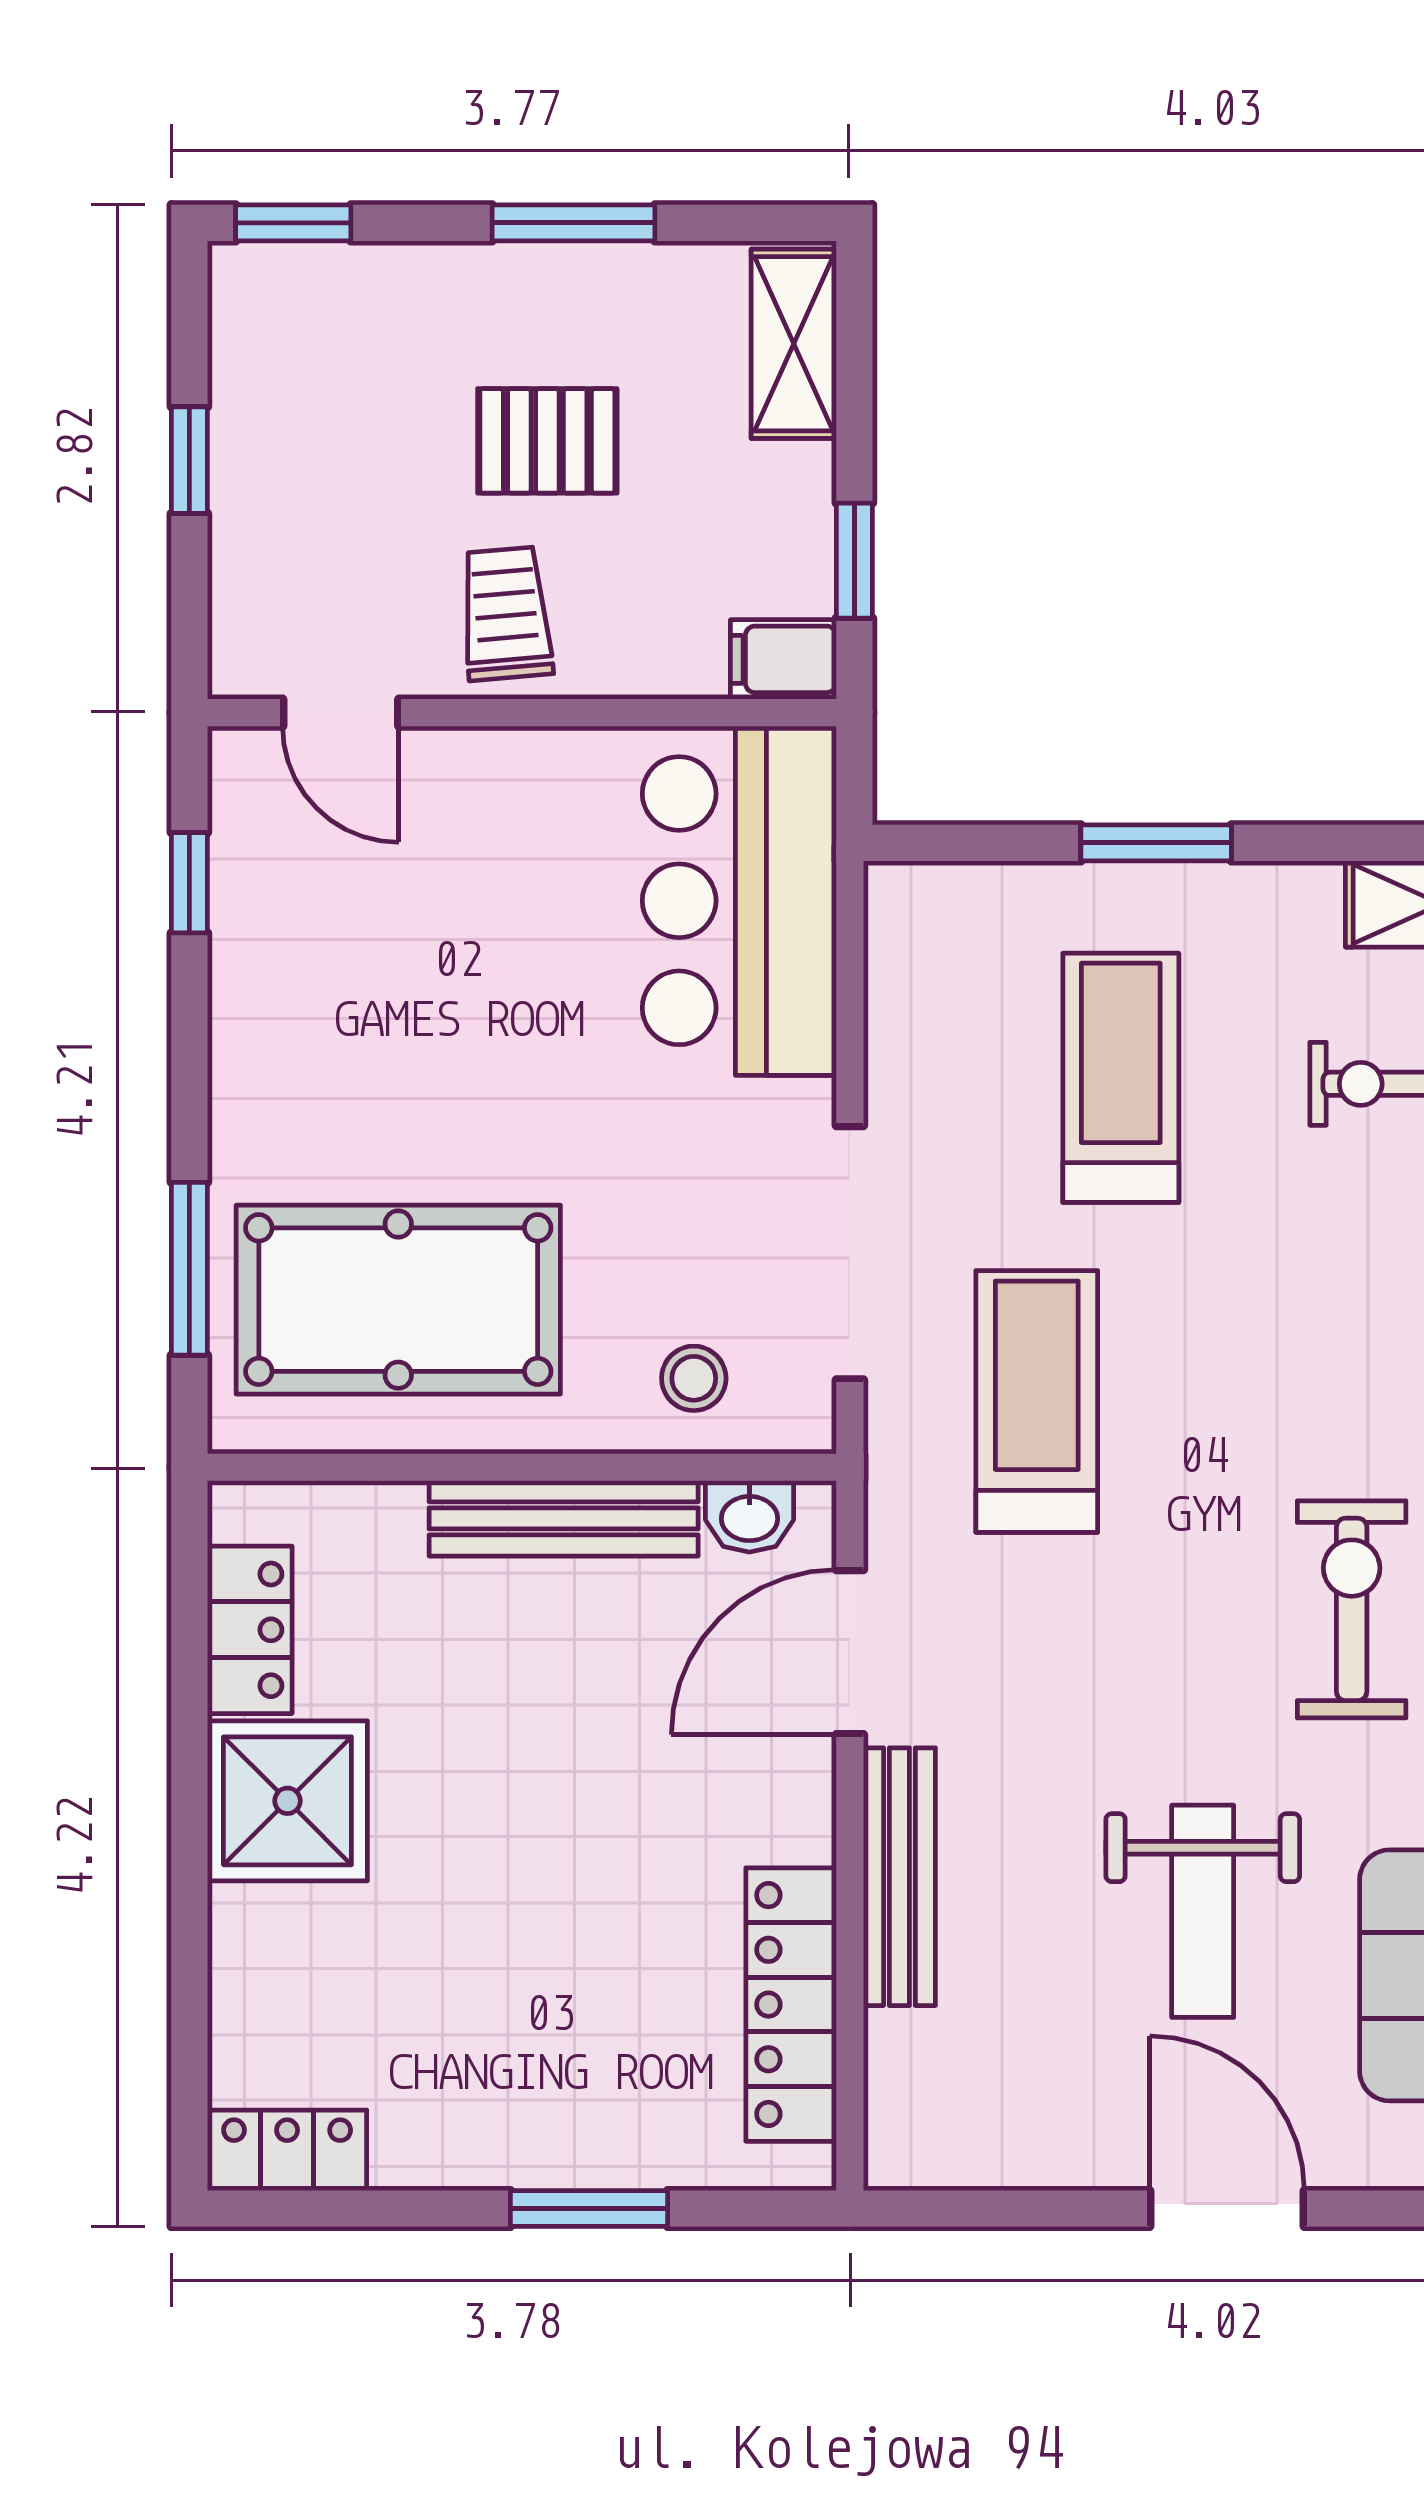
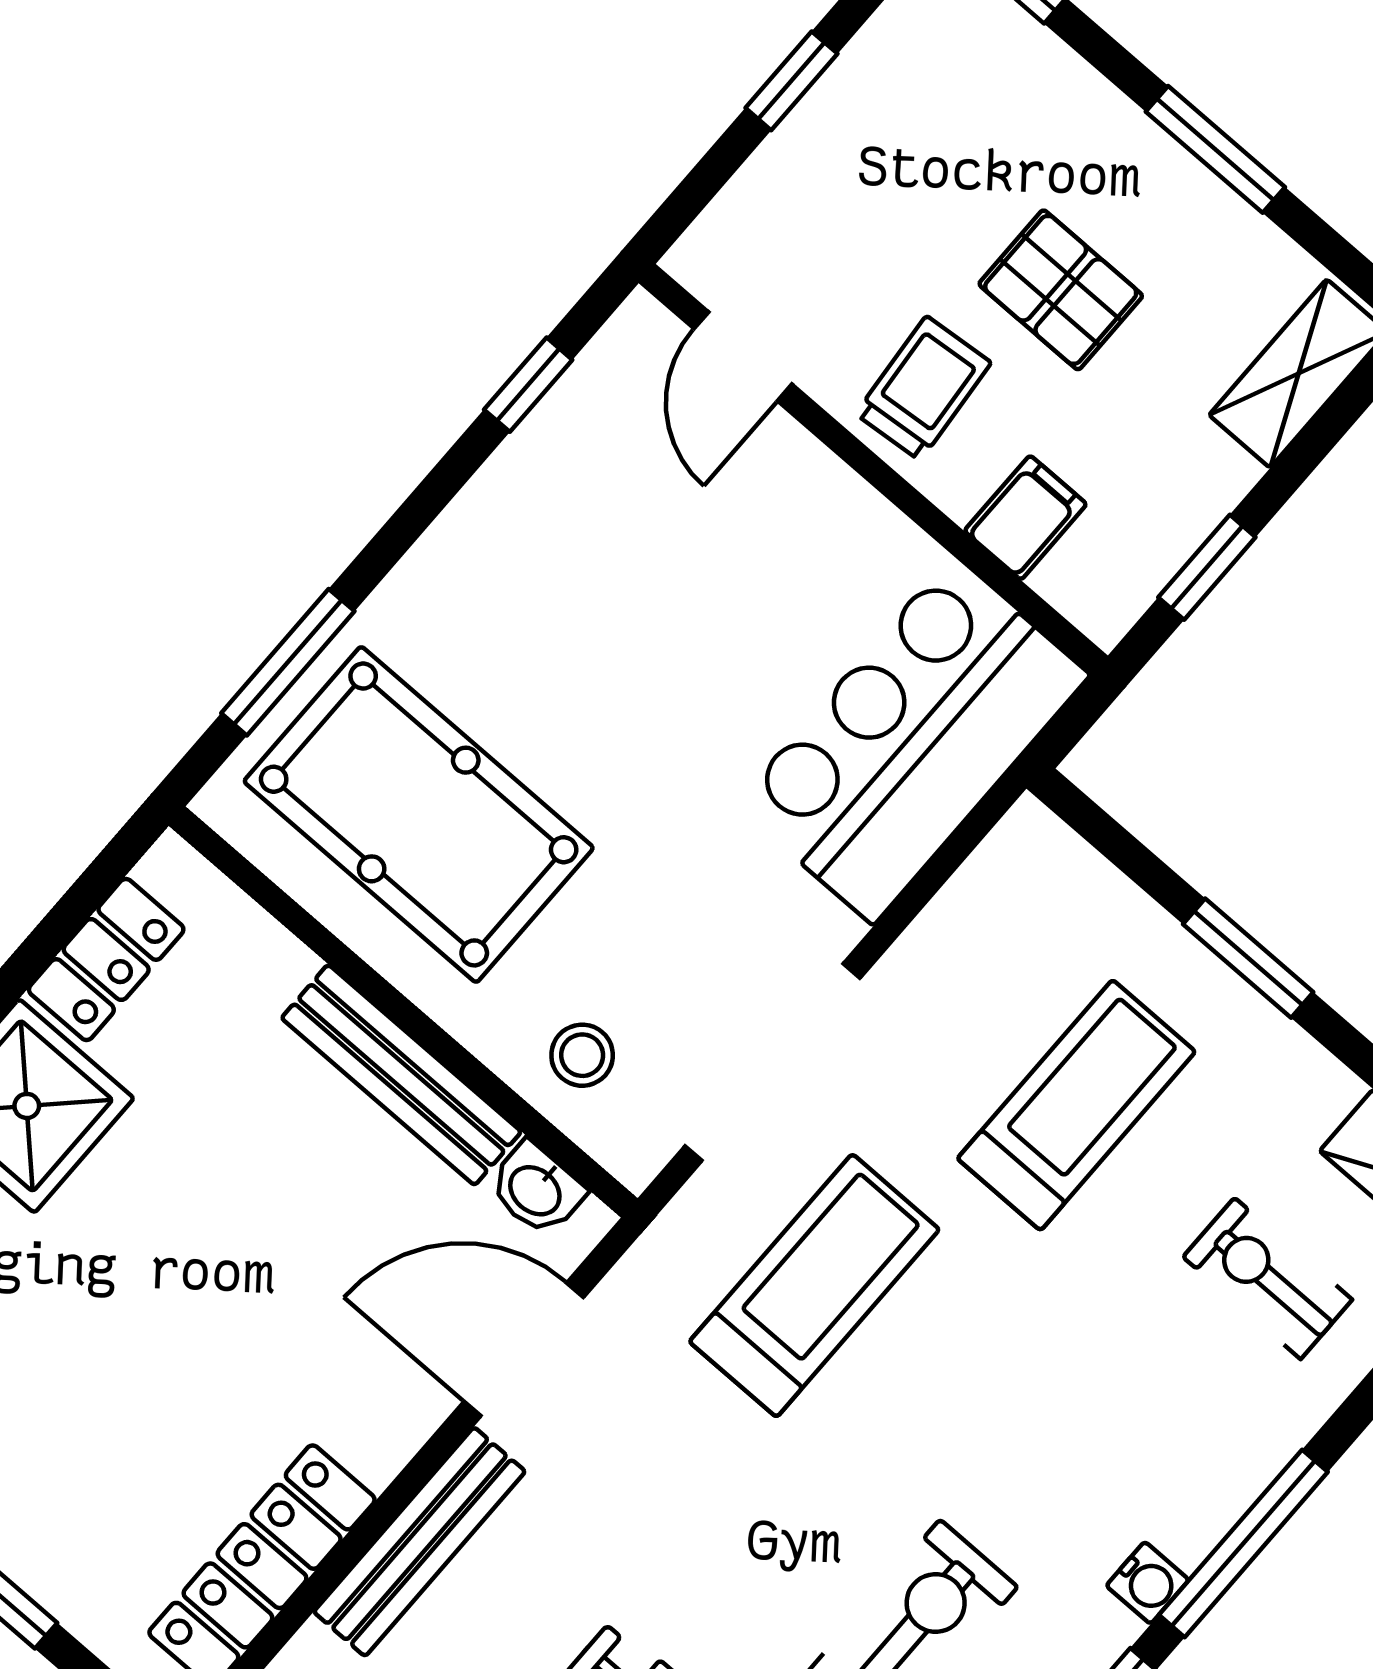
filing cabinet: (783, 659) -> (1025, 518), moved, turned 90

